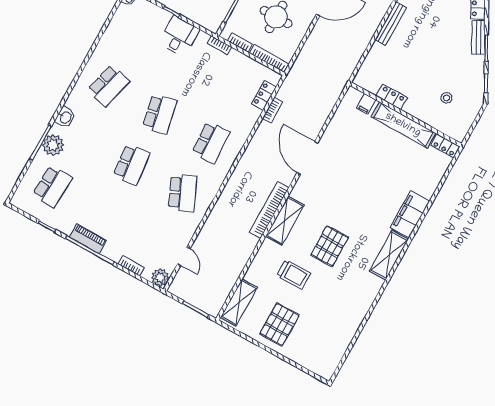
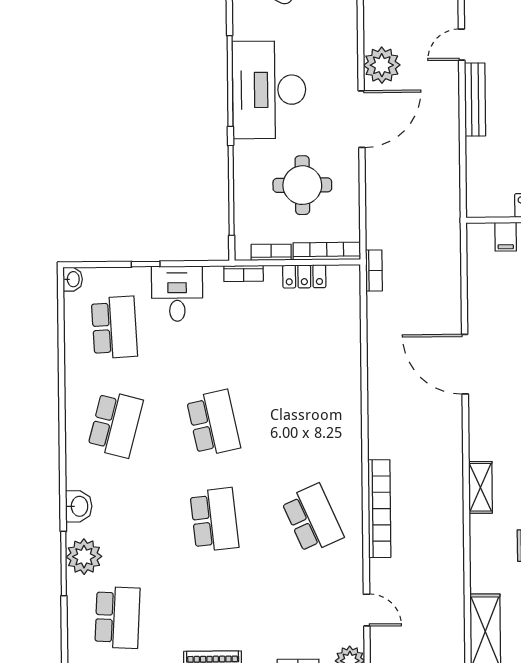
locker: (264, 95) -> (304, 276), moved, turned -90
bookcase: (272, 110) -> (374, 271), moved
school desk: (211, 142) -> (114, 327), moved
bookcase: (269, 210) -> (379, 509), moved, turned 180
shelving: (285, 221) -> (480, 487), width x0.67, depth x0.75

